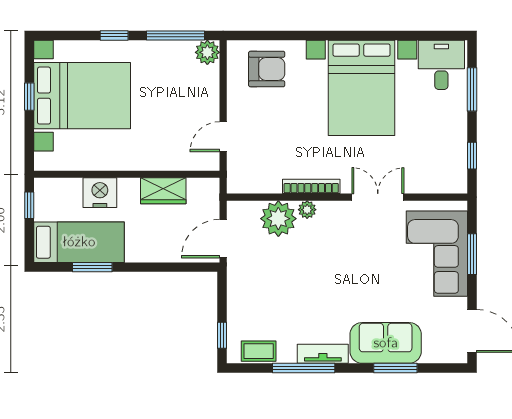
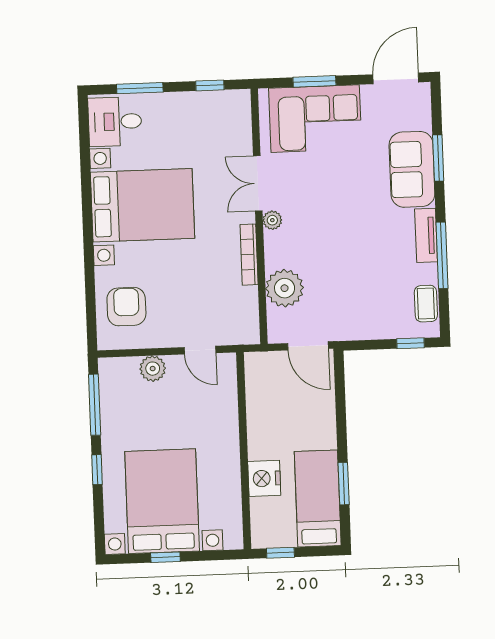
plant: (207, 52) -> (153, 369), moved
wardrobe: (163, 191) -> (260, 411), removed
plant: (307, 210) -> (272, 220), moved

